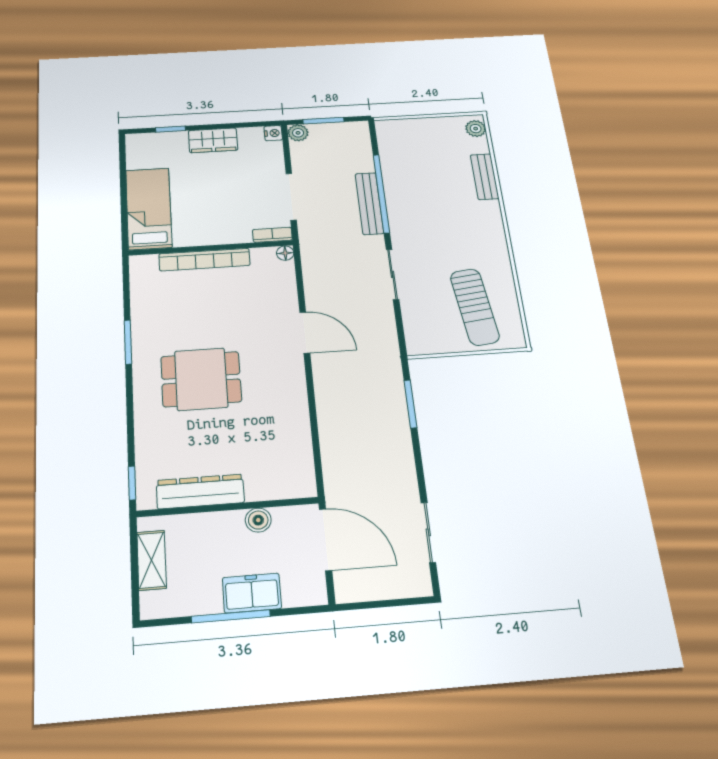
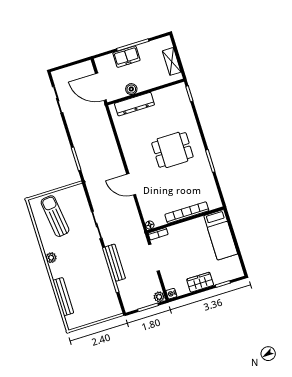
plant: (476, 129) -> (51, 258), moved
bench: (485, 177) -> (63, 297), width x1.36
dresser: (200, 491) -> (134, 104), moved

